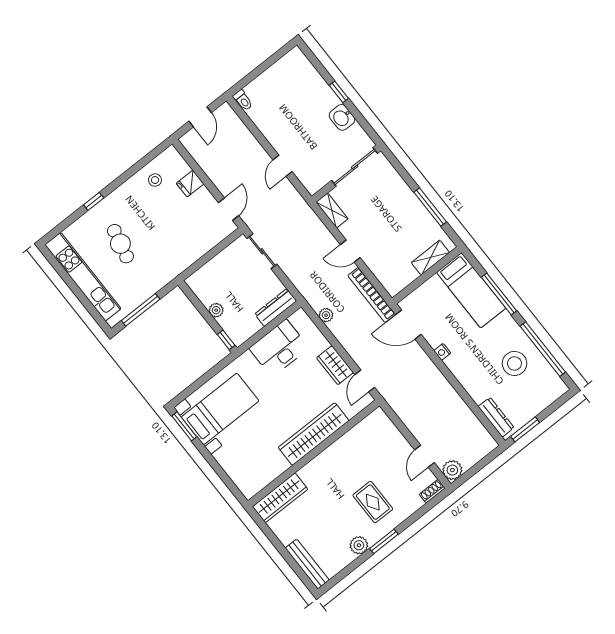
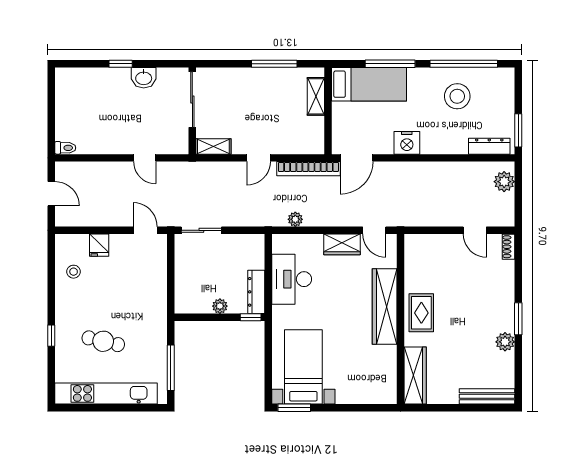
dresser: (276, 307) -> (256, 292), moved
nightstand: (442, 352) -> (407, 143), width x1.89, depth x1.79
plant: (452, 470) -> (504, 182), moved
rug: (373, 502) -> (421, 313), moved, turned 90

